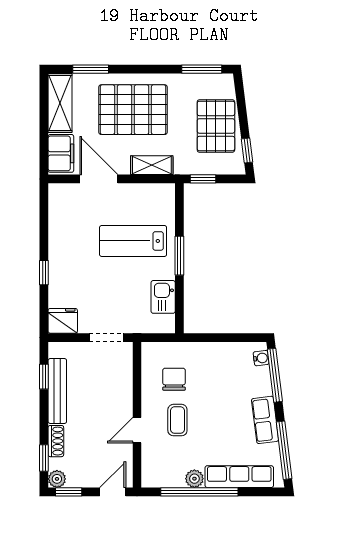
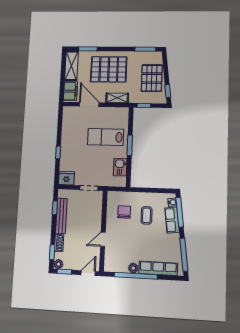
coffee table: (177, 420) -> (147, 215), moved
row of seats: (265, 420) -> (172, 220), moved

